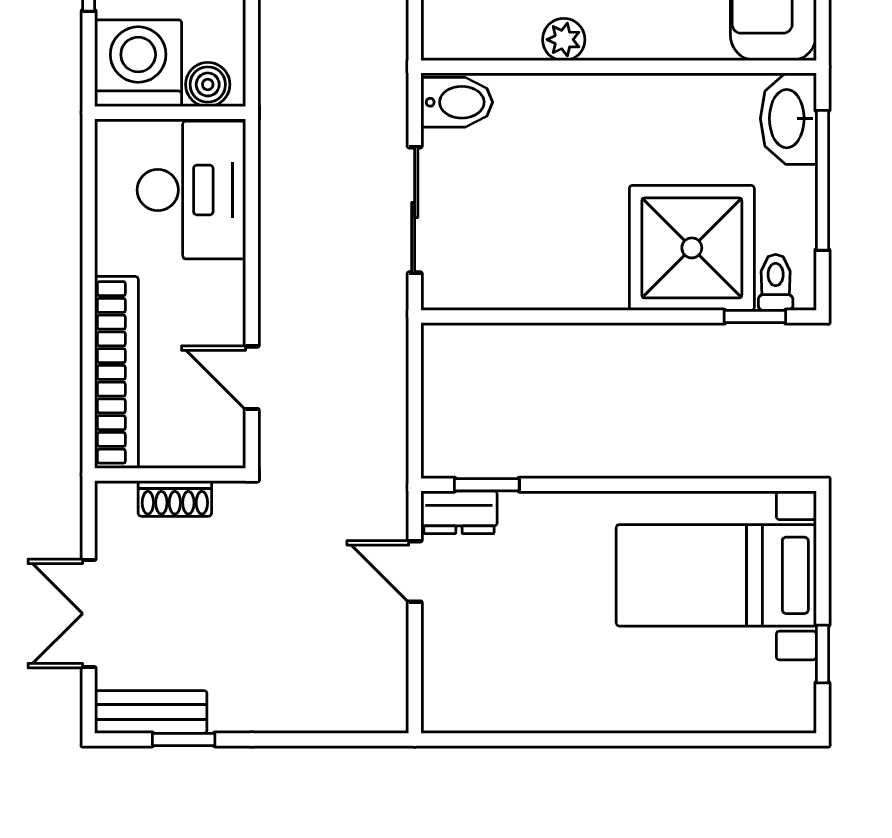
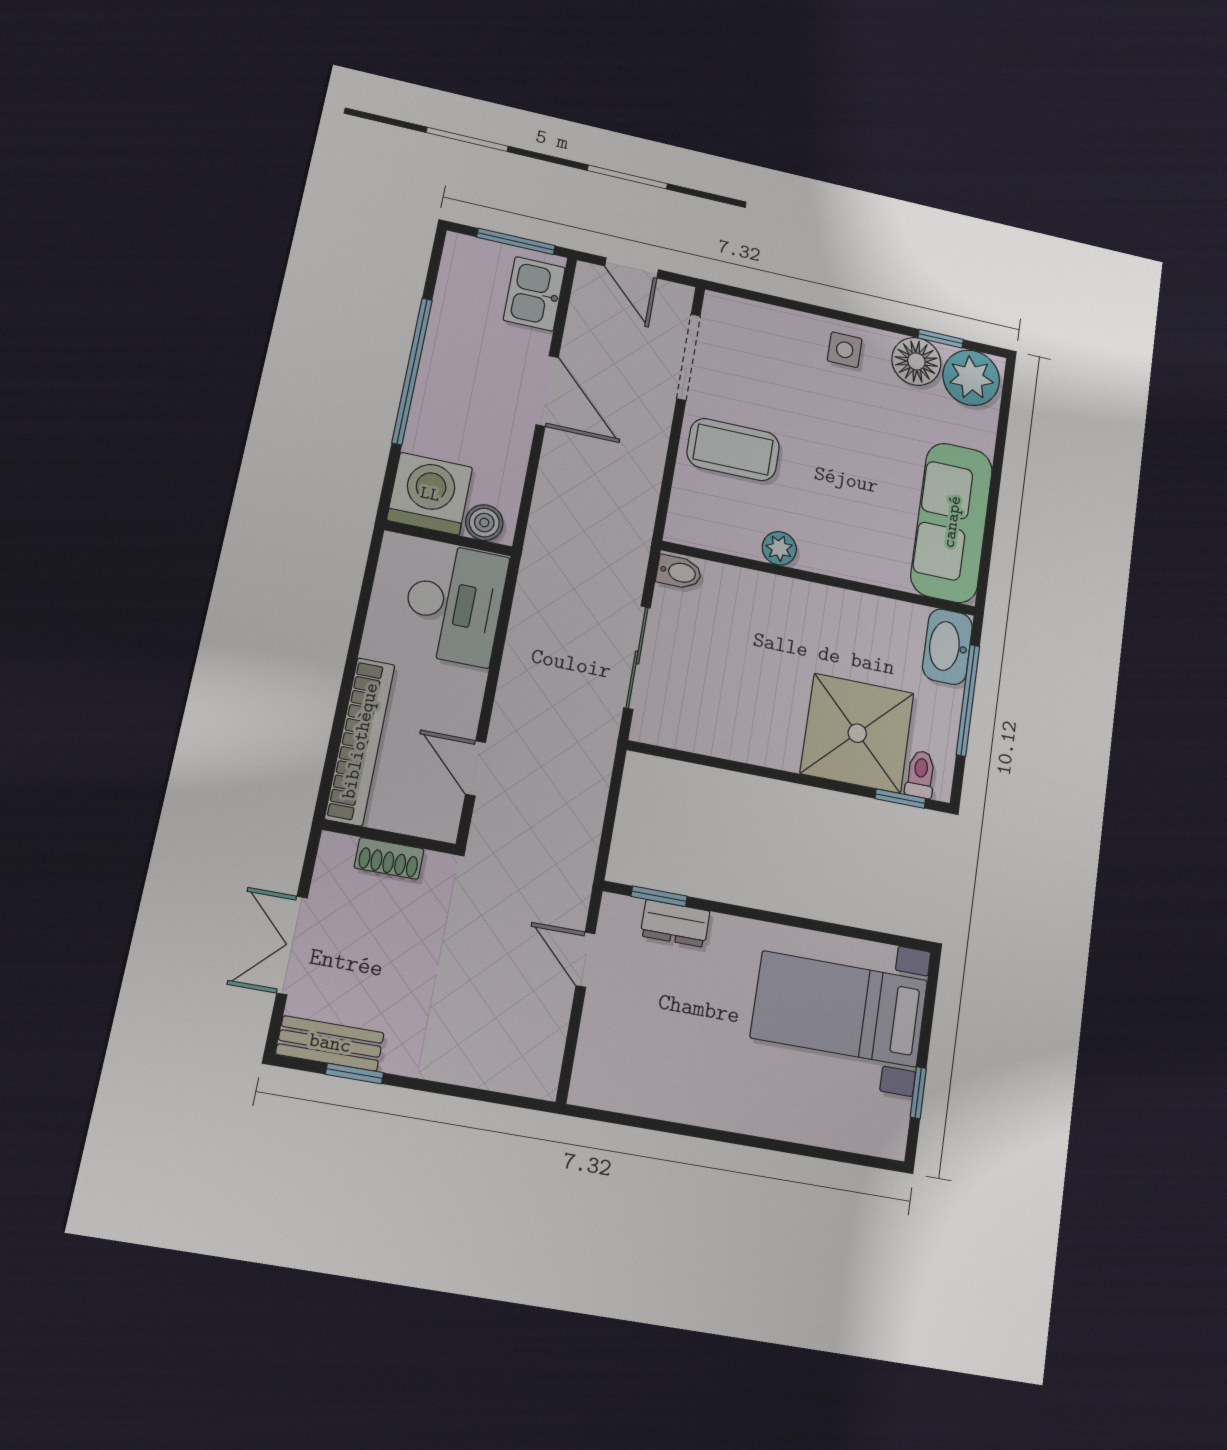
bidet: (457, 102) -> (679, 572), width x0.72, depth x0.74
dresser: (459, 512) -> (675, 923), moved

